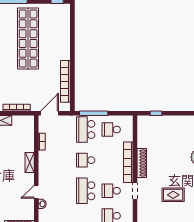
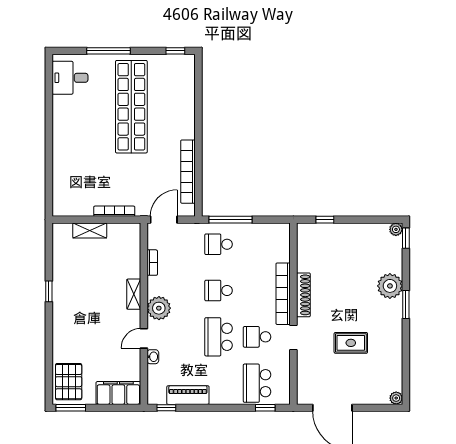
school desk: (86, 129) -> (219, 244), width x0.54
school desk: (111, 129) -> (257, 244), removed
plant: (46, 172) -> (159, 308), added

